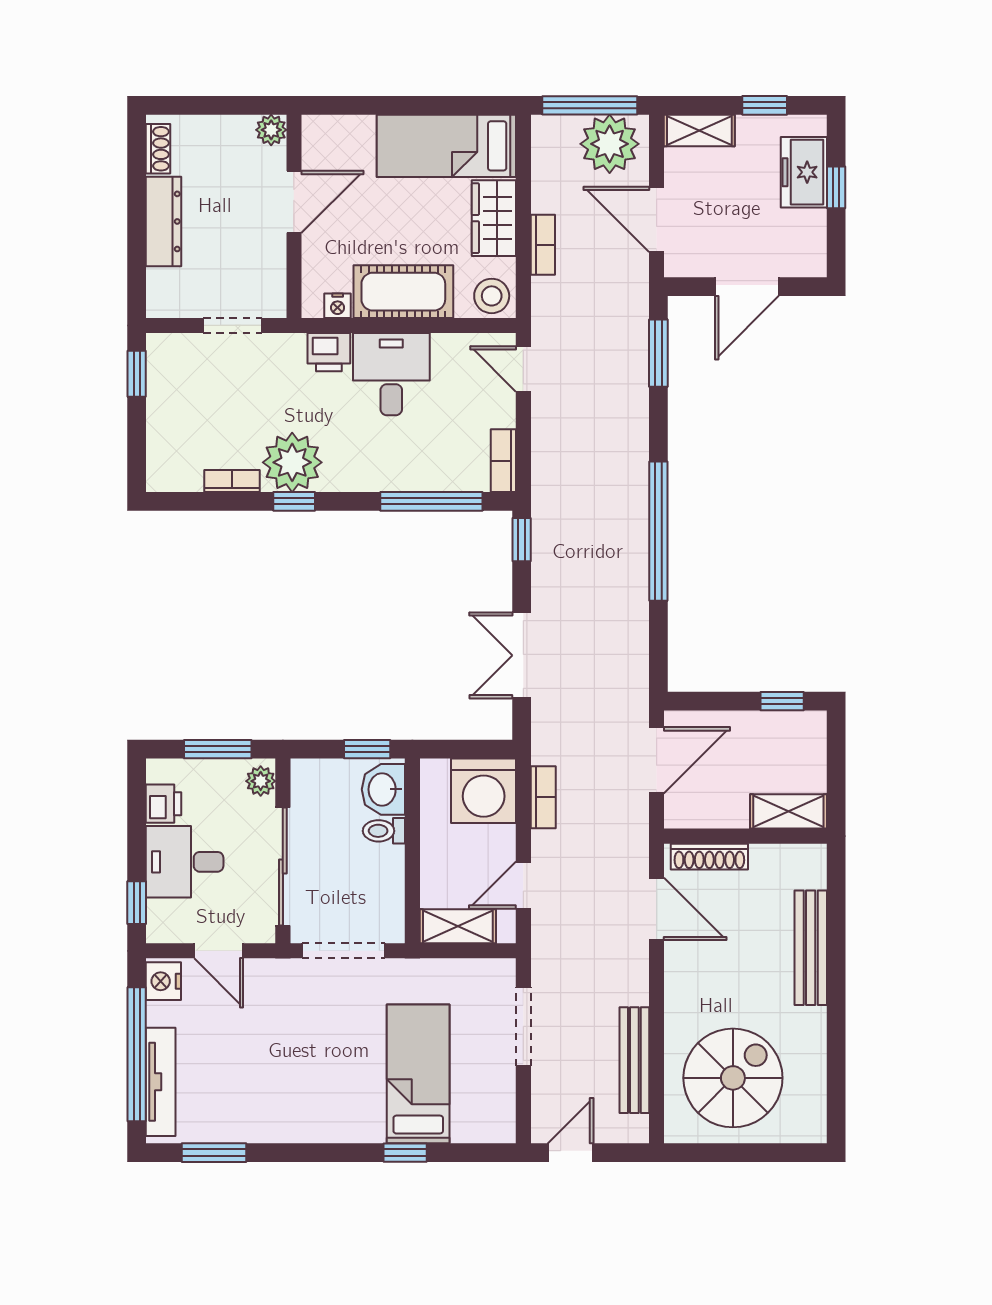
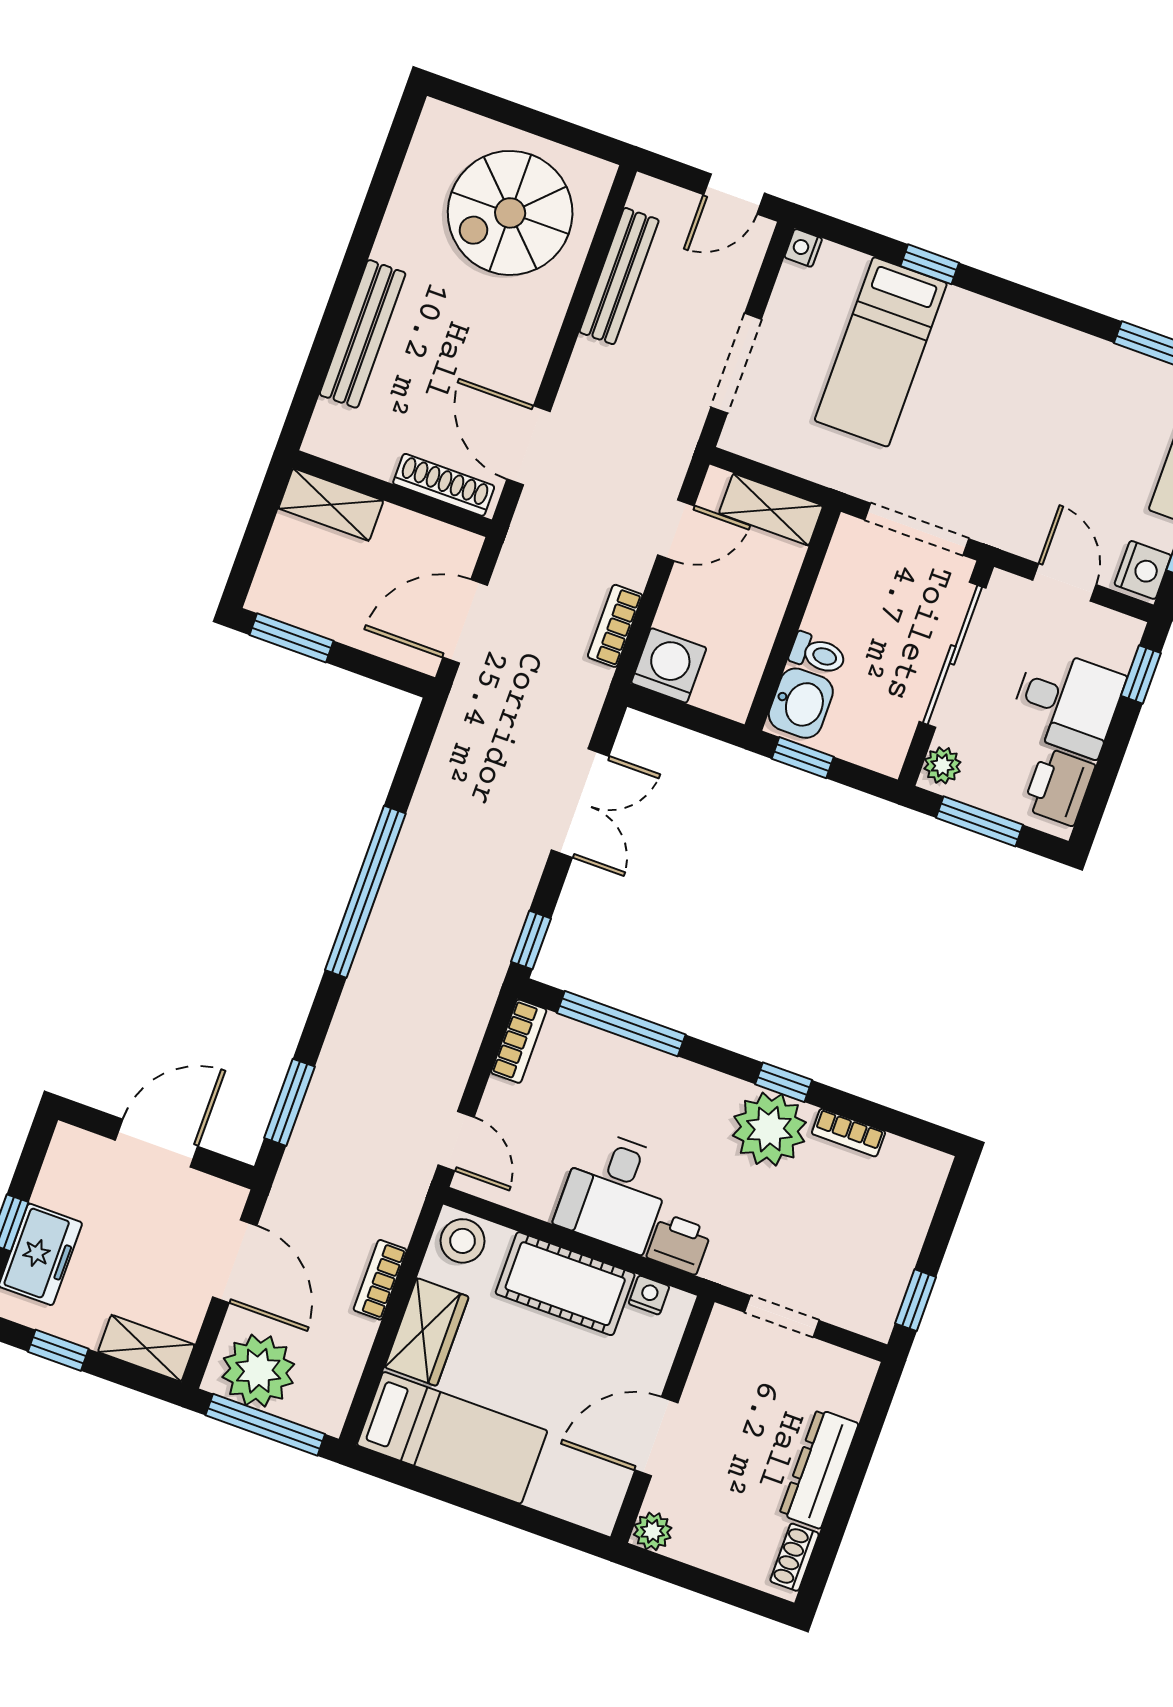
window: (782, 701) -> (291, 638), width x1.50
washing machine: (484, 791) -> (669, 665), width x0.73, depth x0.73
printer: (164, 804) -> (1059, 787), width x1.36, depth x1.24
nightstand: (504, 1131) -> (803, 248), added

